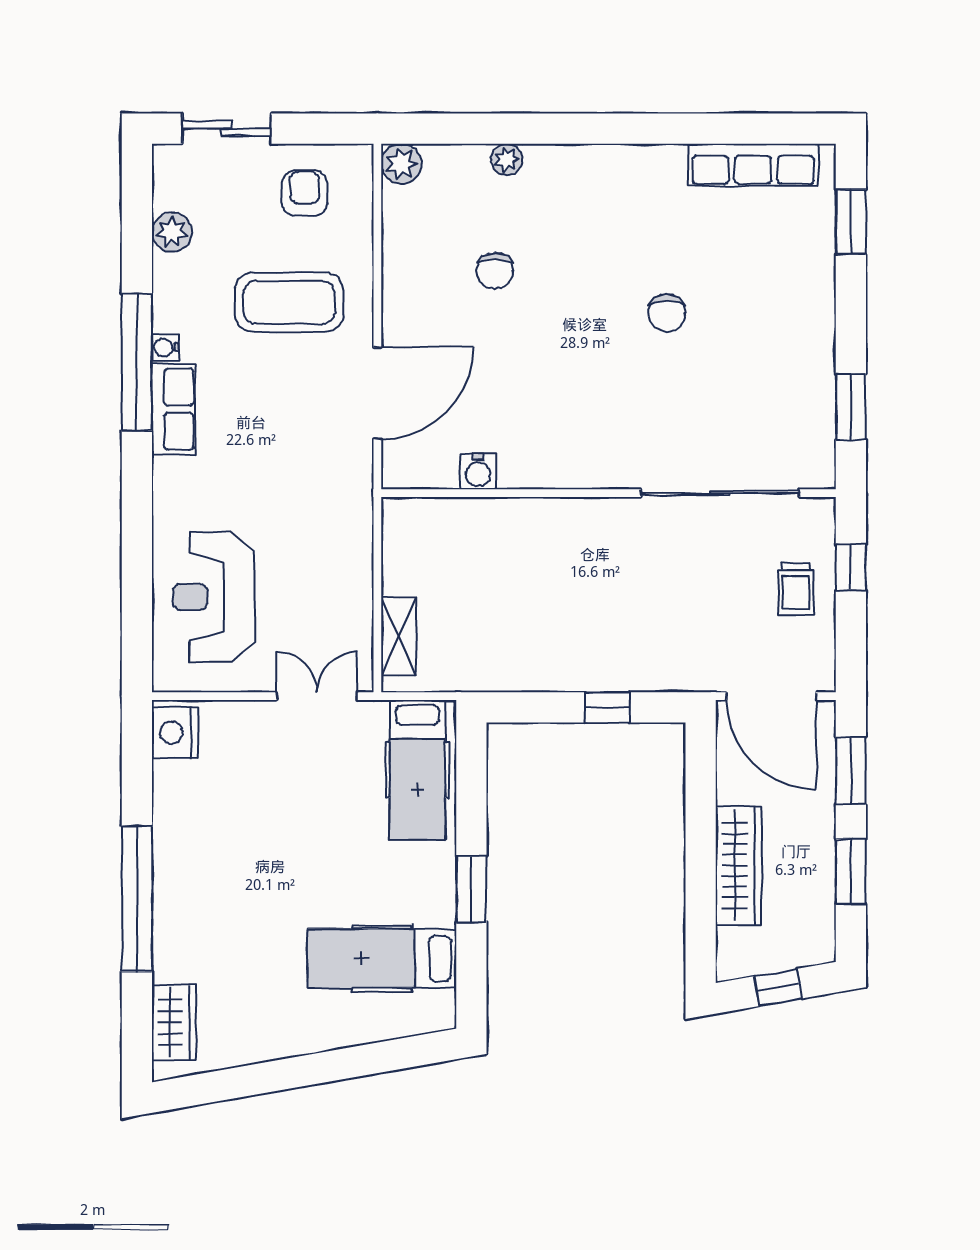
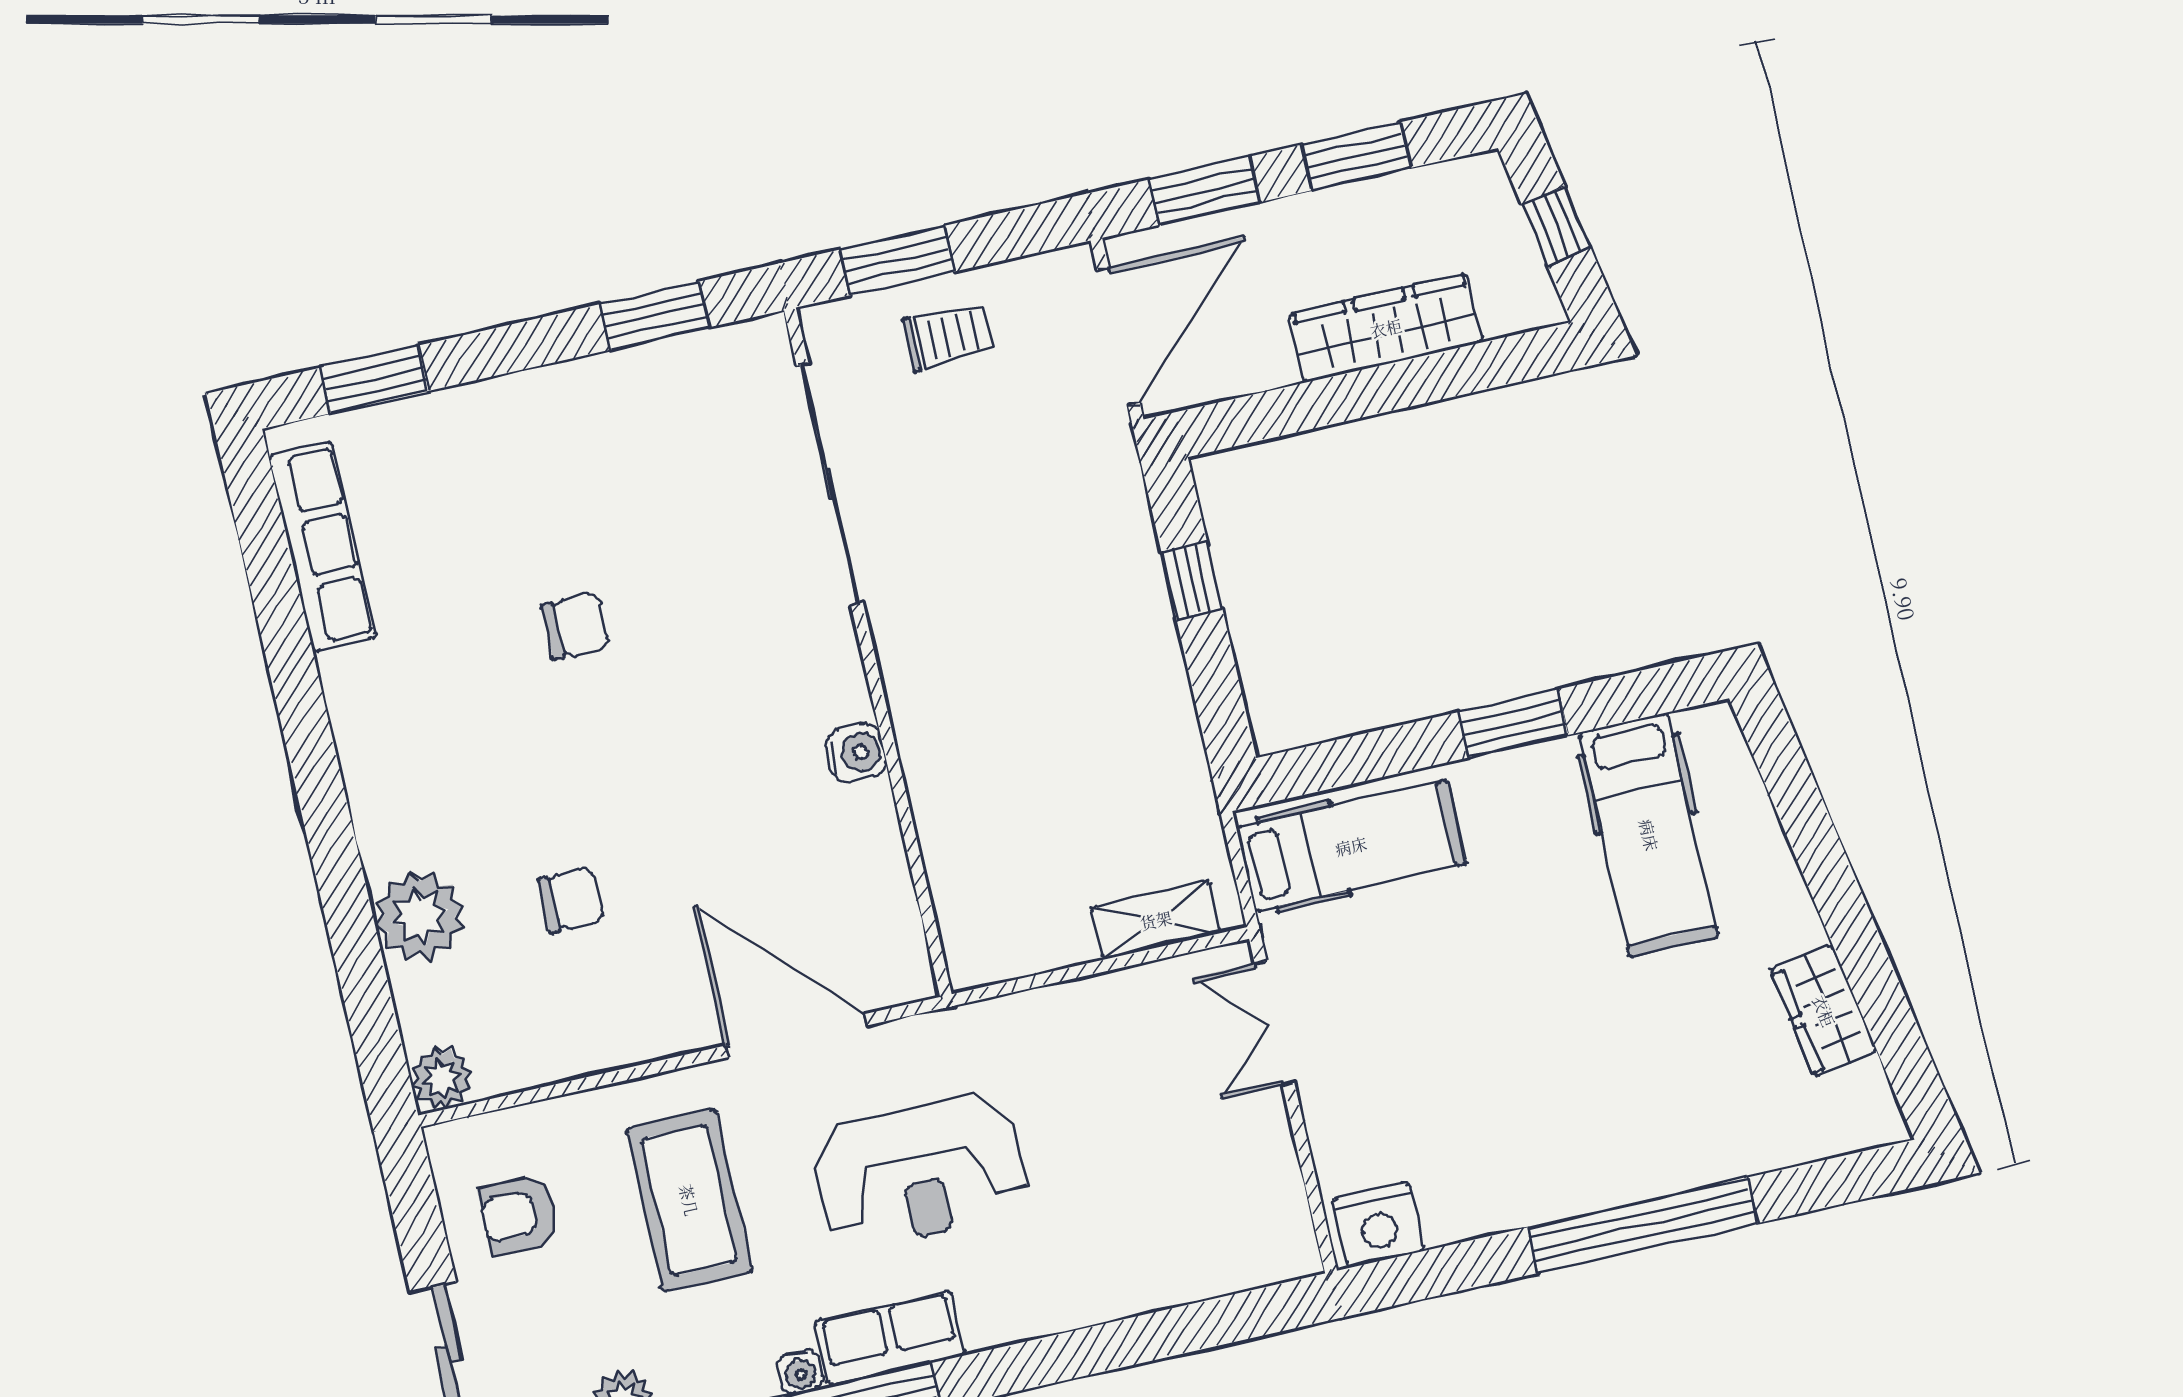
plant: (507, 159) -> (420, 916), width x1.87, depth x1.87
water cooler: (478, 472) -> (856, 753), moved
window: (851, 568) -> (897, 261), width x1.50
reception desk: (214, 597) -> (920, 1171), moved
wardrobe: (174, 1022) -> (1824, 1011), moved, turned -100

